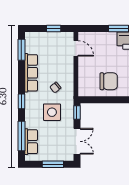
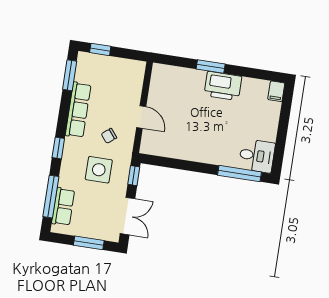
window: (54, 28) -> (100, 49), moved
door: (76, 48) -> (141, 117), moved
chair: (109, 81) -> (185, 139), removed

